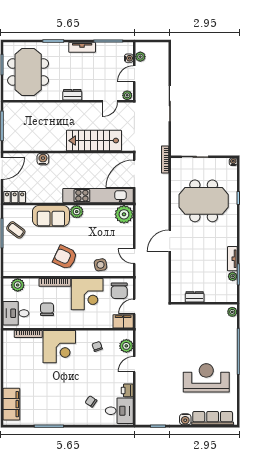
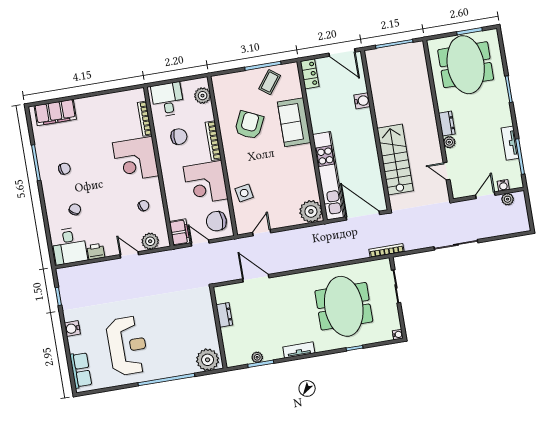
tv unit: (82, 47) -> (510, 143), moved
meeting table: (28, 72) -> (466, 65), turned 90
door: (134, 74) -> (485, 195), hinge flipped
plant: (127, 95) -> (449, 142), moved
plant: (77, 212) -> (305, 153), removed
door: (170, 241) -> (256, 278), moved
armchair: (65, 257) -> (249, 125), moved
tv unit: (232, 259) -> (299, 350), moved
plant: (232, 312) -> (208, 360), width x1.88, depth x1.88
chair: (57, 404) -> (64, 169), added
row of seats: (213, 418) -> (81, 370), width x0.68

